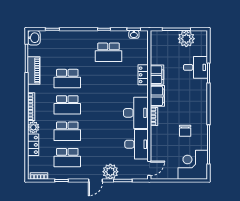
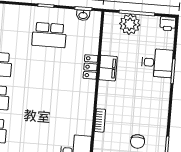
printer: (201, 36) -> (168, 24), added
plant: (186, 39) -> (130, 24), moved
filing cabinet: (157, 96) -> (106, 95), removed
desk: (136, 113) -> (78, 114), removed

